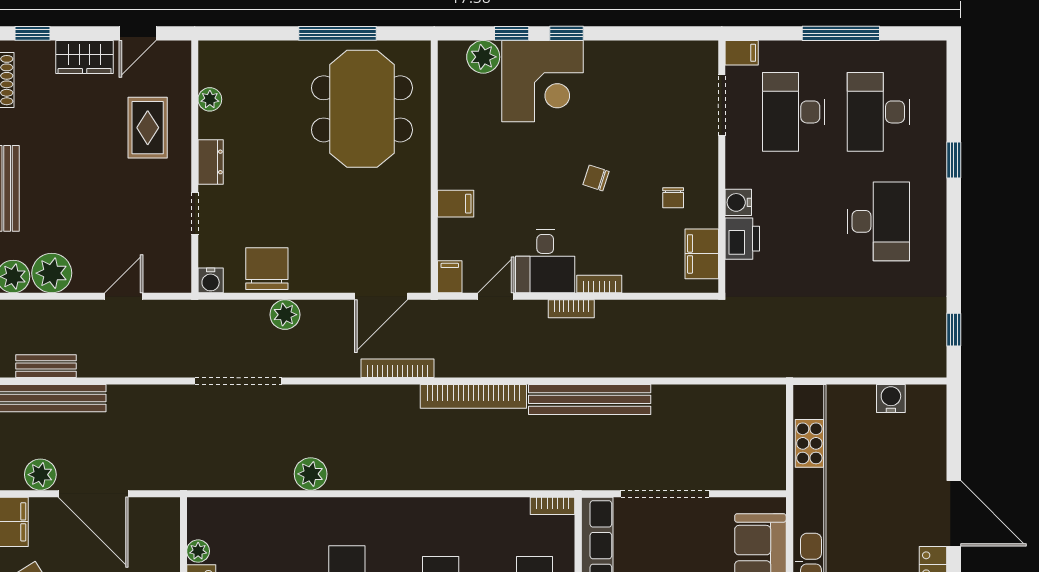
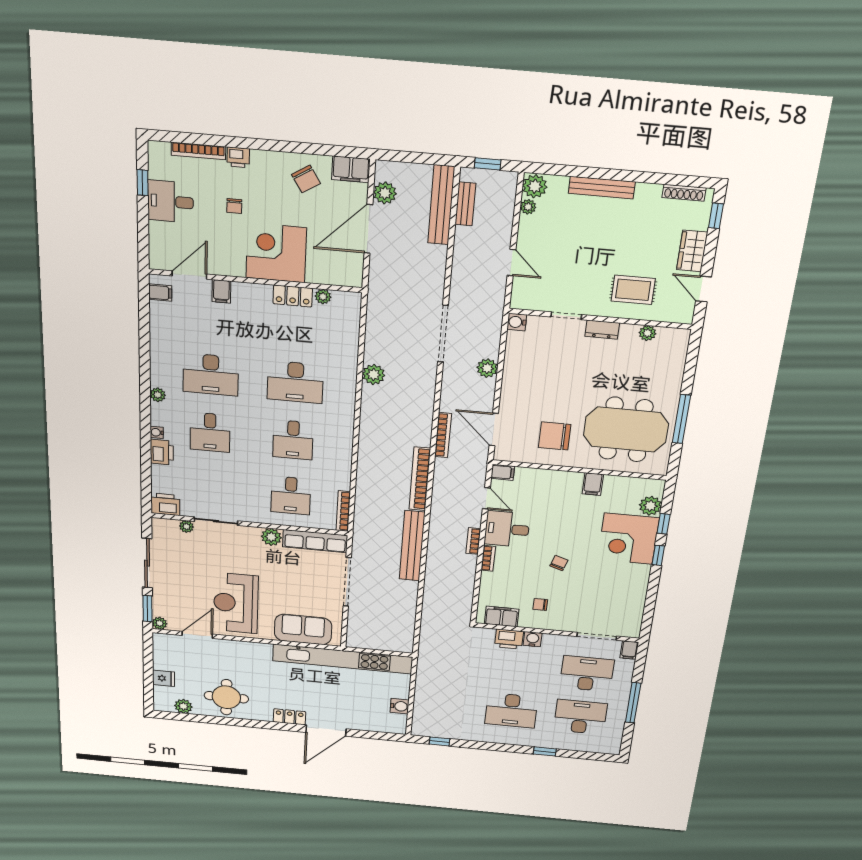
filing cabinet: (456, 204) -> (593, 484), moved
chair: (267, 269) -> (555, 436), moved, turned 180
plant: (52, 273) -> (528, 207), width x0.53, depth x0.53
bookcase: (552, 506) -> (343, 511), width x1.56

